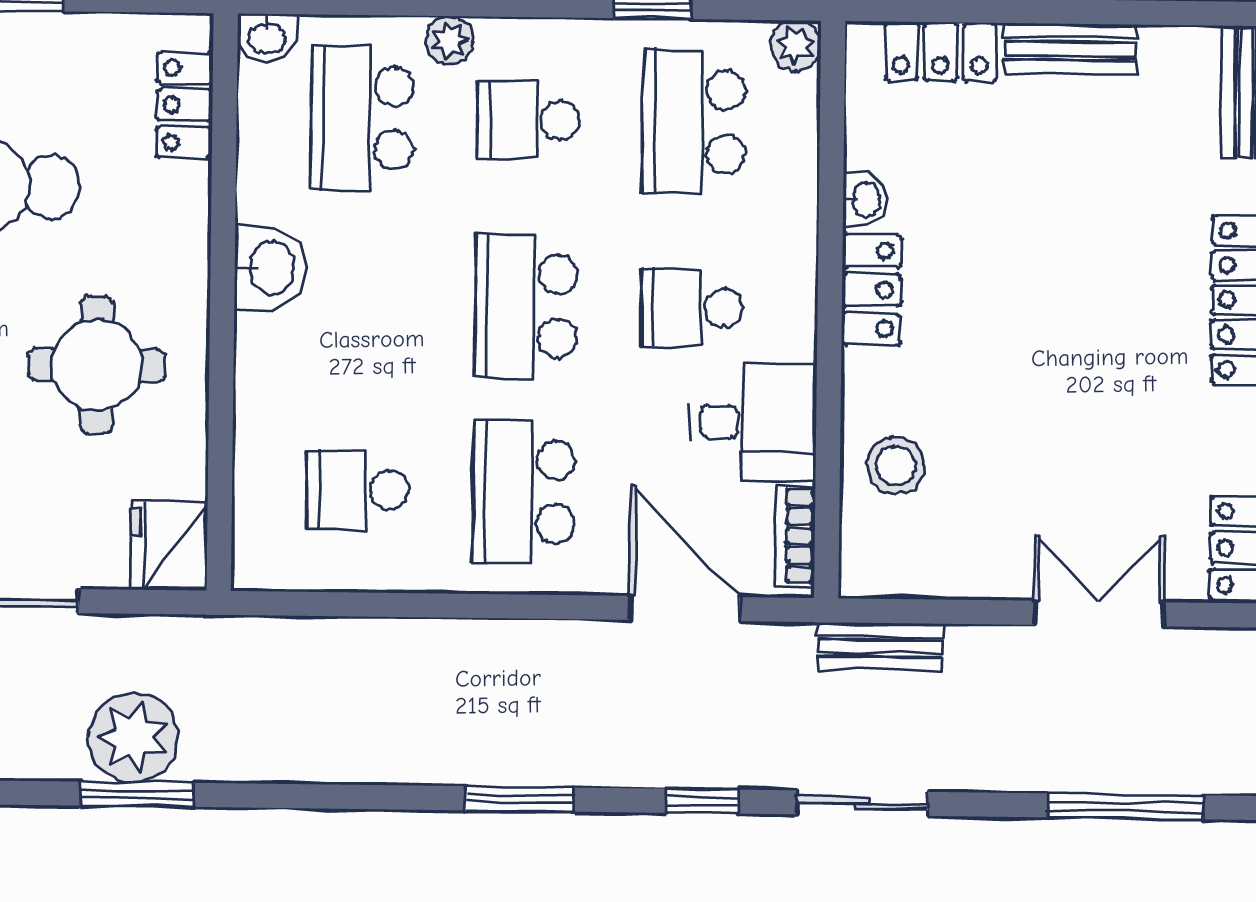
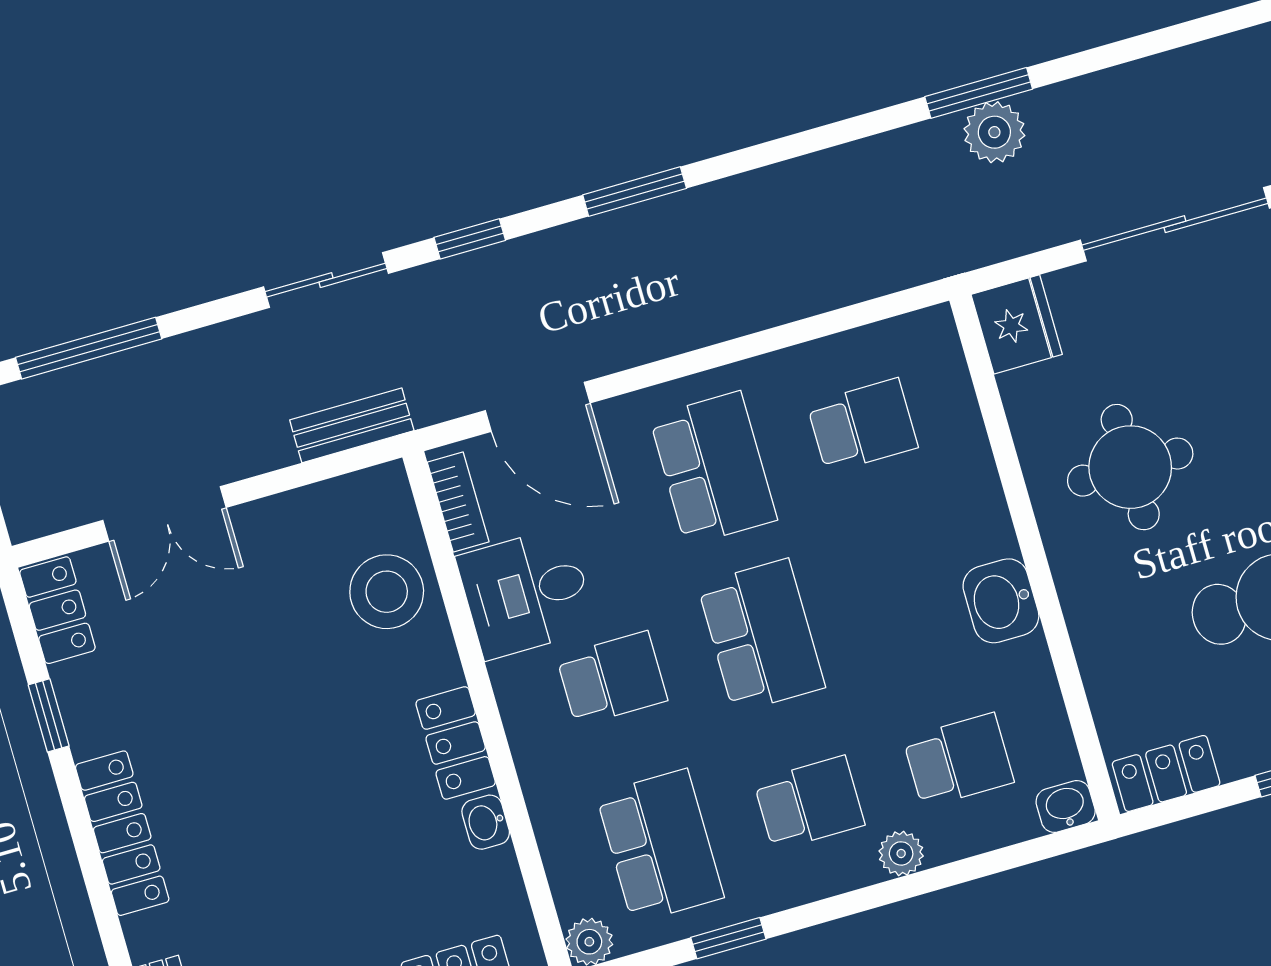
locker: (184, 105) -> (1166, 773), moved, turned -90
school desk: (362, 118) -> (958, 760), width x0.54
stool: (896, 466) -> (387, 592), width x1.38, depth x1.38
plant: (133, 737) -> (994, 132), width x0.73, depth x0.73

